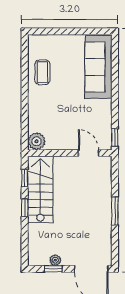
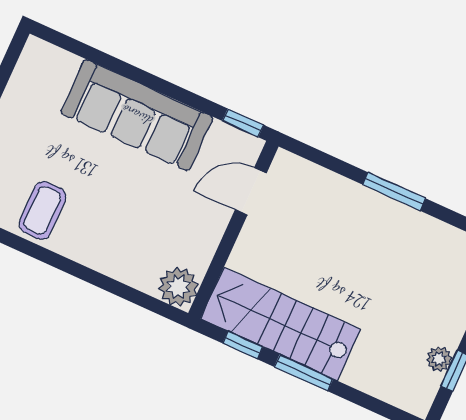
sofa: (98, 67) -> (137, 115), moved
coffee table: (43, 72) -> (43, 210), turned 90
window: (25, 208) -> (304, 373), width x1.50

